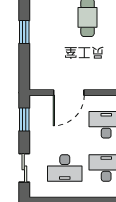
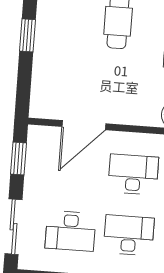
sliding door: (24, 168) -> (13, 227), width x1.37

